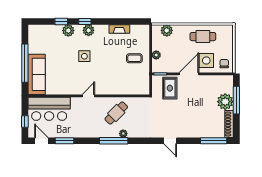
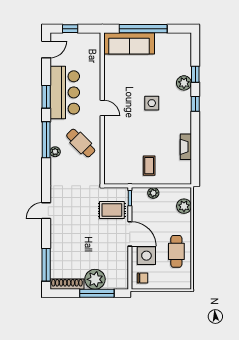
plant: (89, 30) -> (184, 108), removed
bar counter: (49, 109) -> (65, 92), moved, turned 180
window: (64, 141) -> (46, 97), moved

